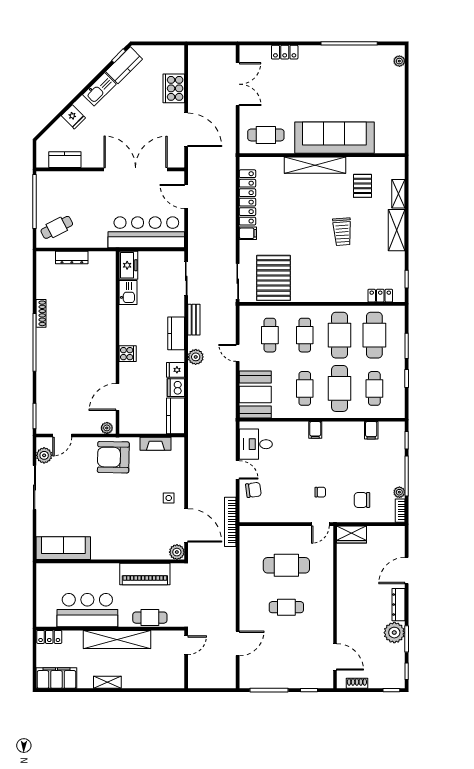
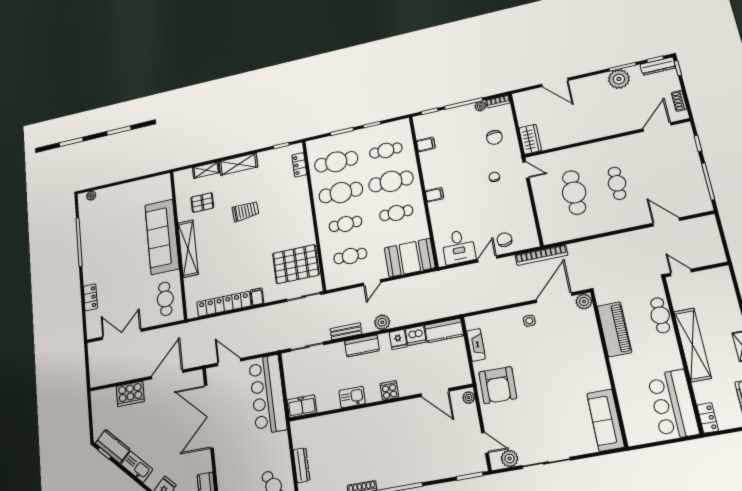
door: (186, 196) -> (229, 362), swing flipped
kitchen sink: (128, 293) -> (352, 397), moved
dresser: (398, 605) -> (658, 66), moved
bar counter: (87, 610) -> (673, 404), moved

